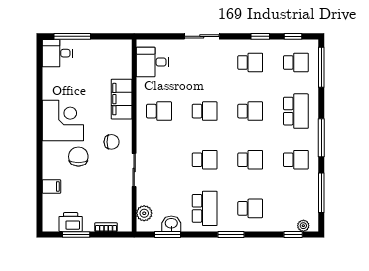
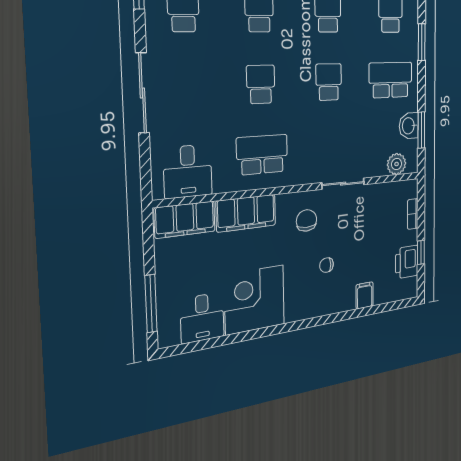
sliding door: (202, 36) -> (142, 93), width x1.37
desk: (57, 53) -> (202, 318), moved
filing cabinet: (122, 59) -> (185, 220), added
school desk: (159, 111) -> (262, 155), width x1.85
corner desk: (63, 121) -> (255, 300), moved
chair: (78, 157) -> (327, 265), width x0.54, depth x0.54
window: (76, 234) -> (421, 252), width x0.67

